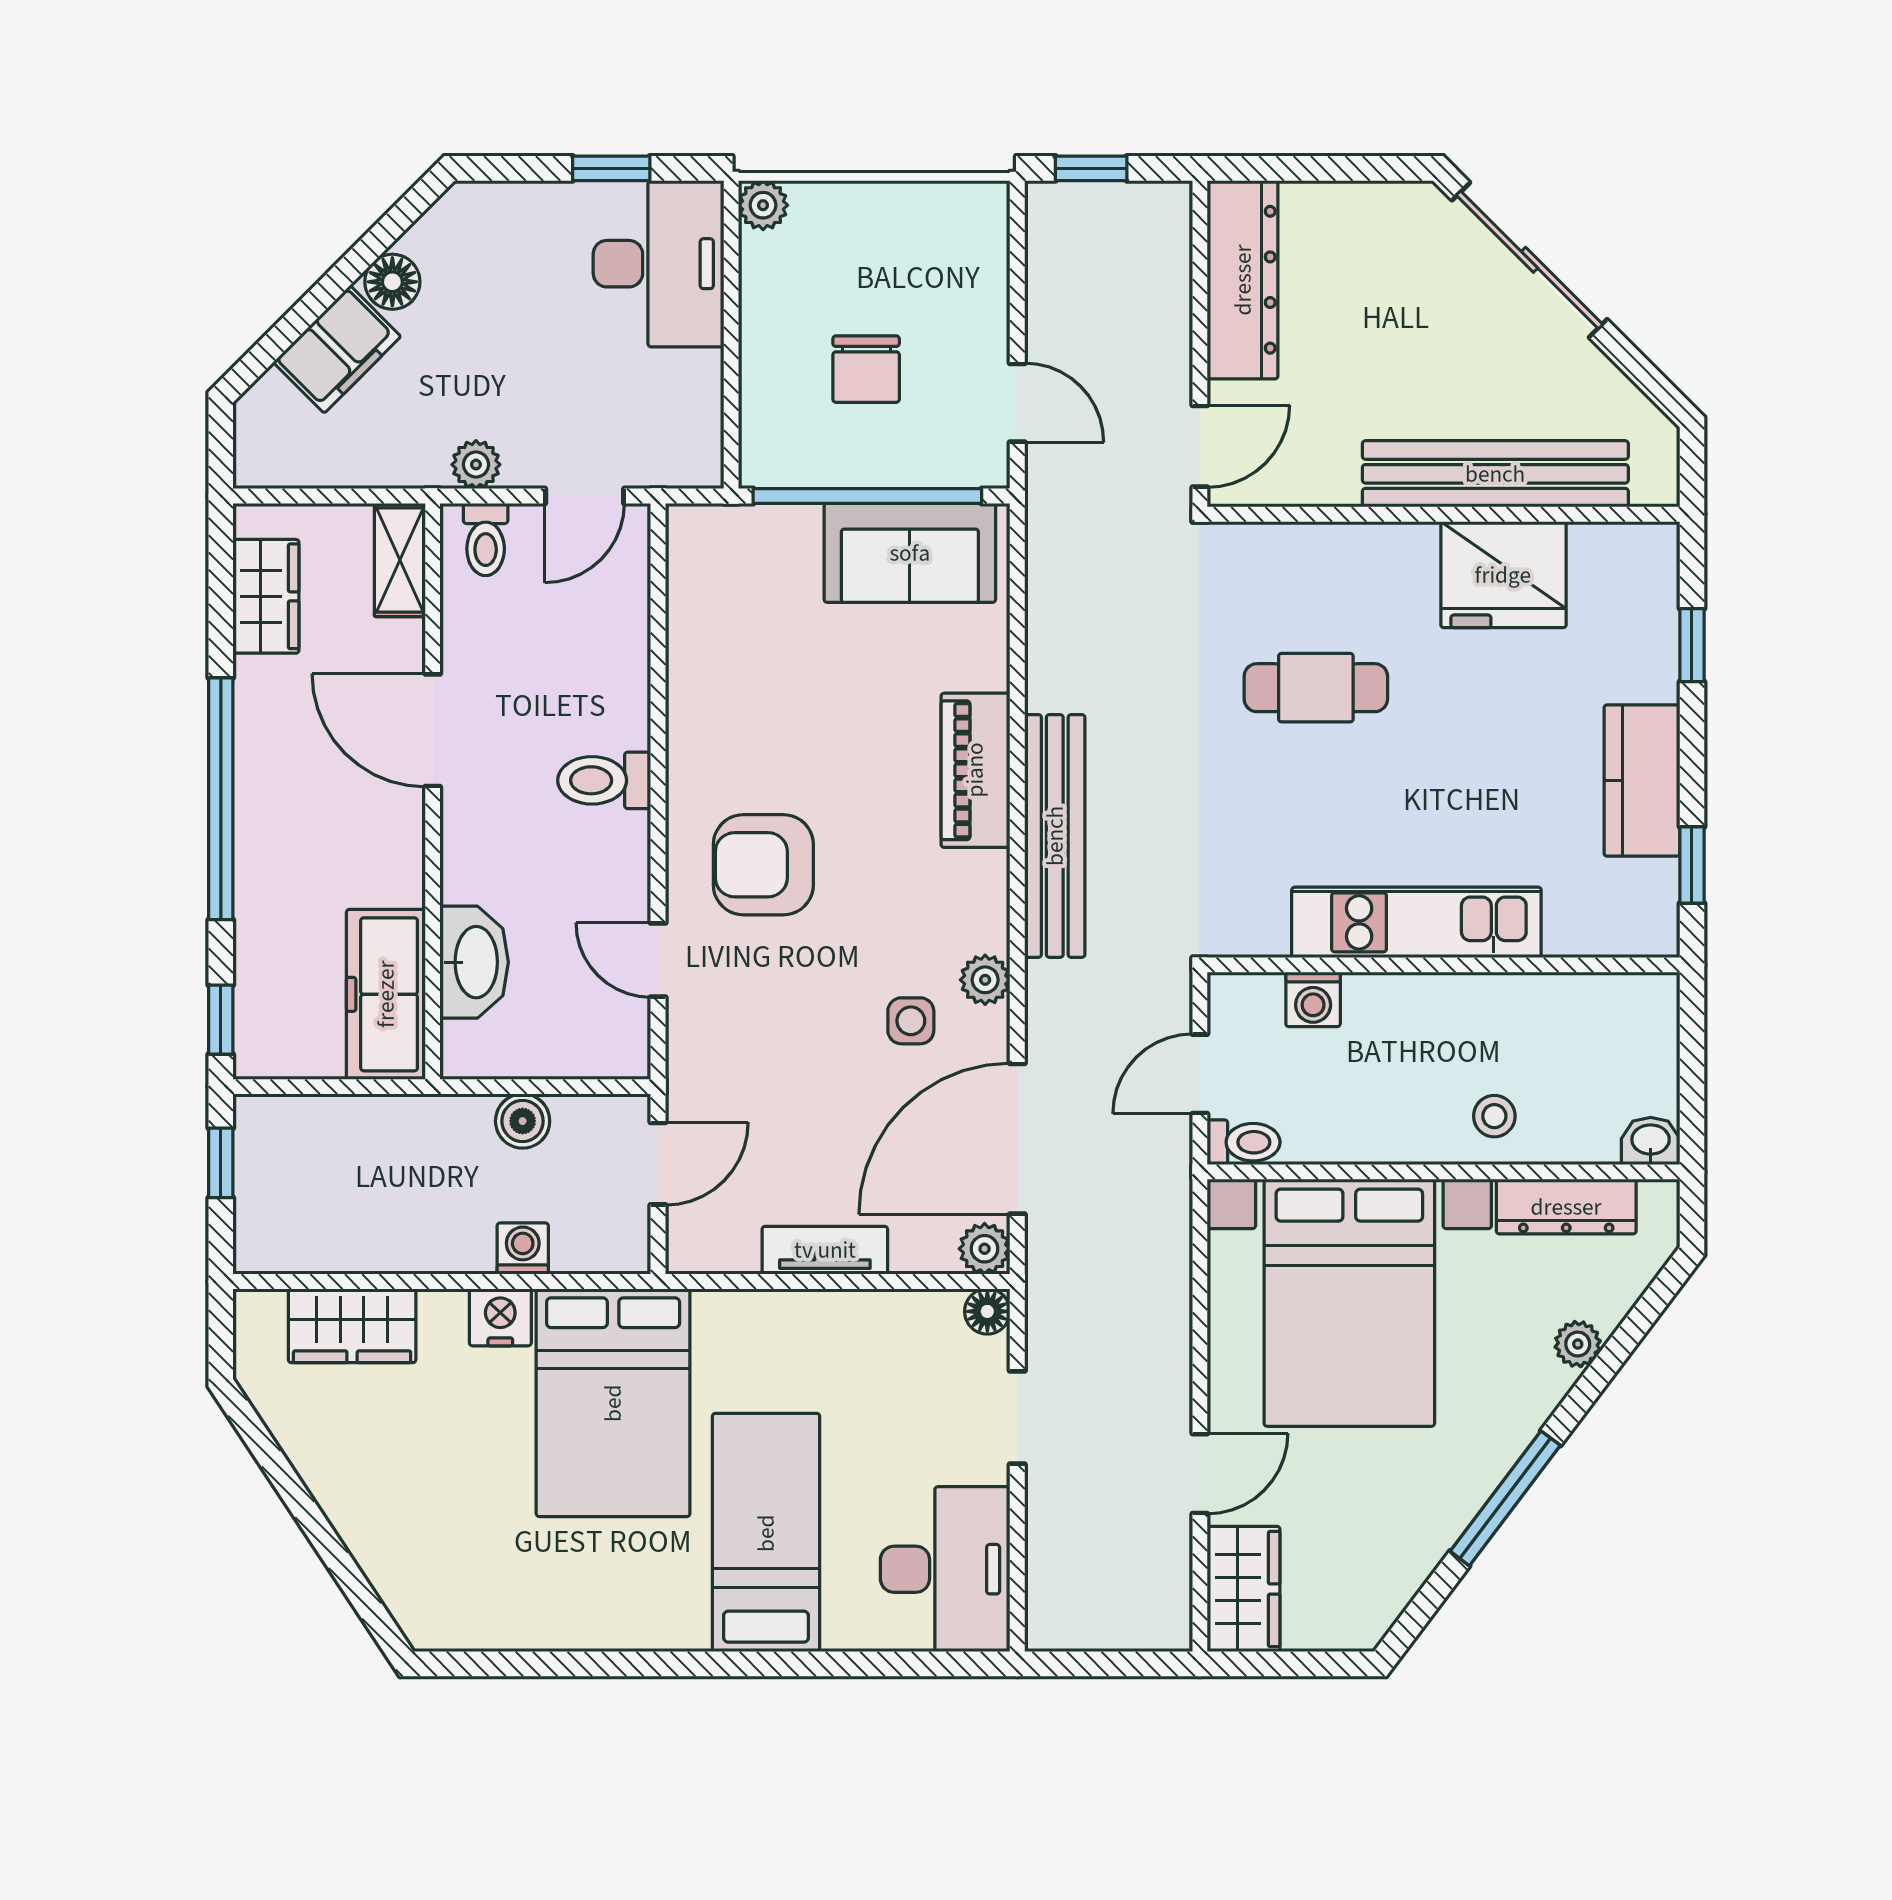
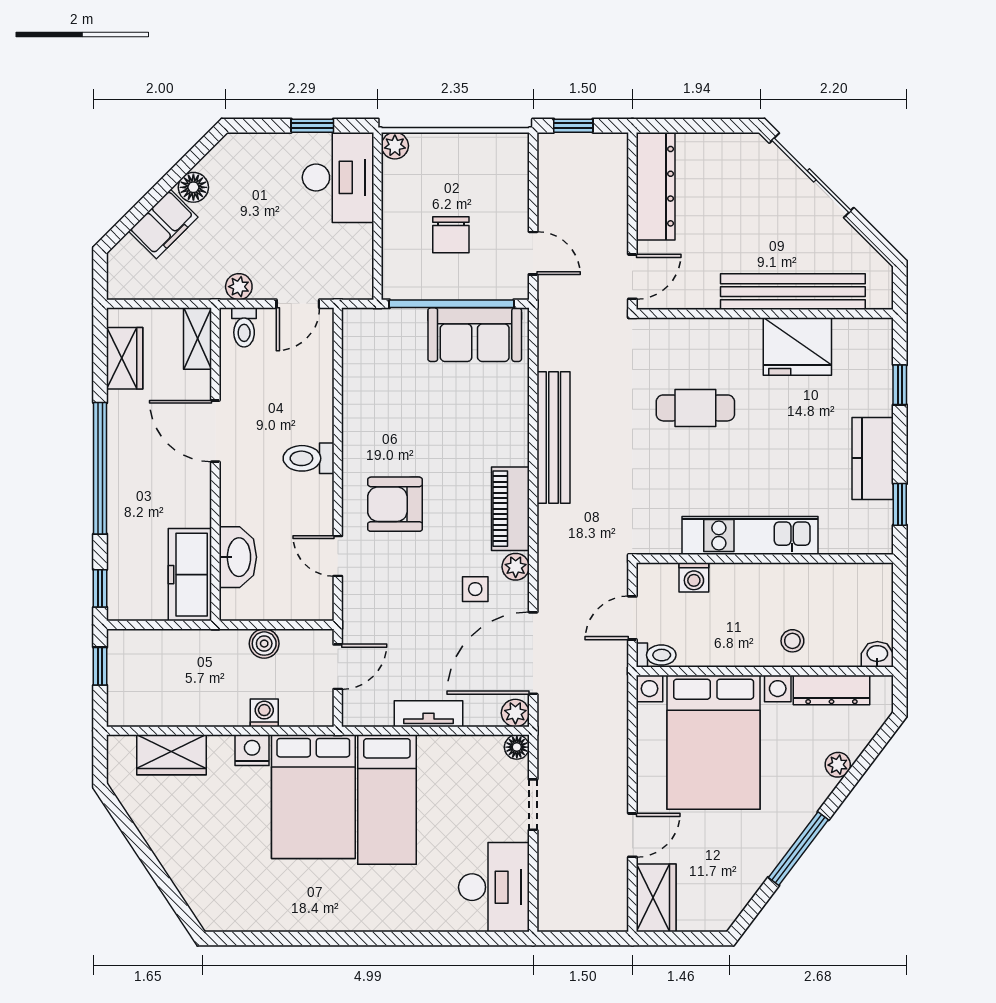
piano: (975, 770) -> (510, 509), moved
bench: (1055, 836) -> (553, 437), moved
bed: (766, 1533) -> (387, 800), moved, turned 180

